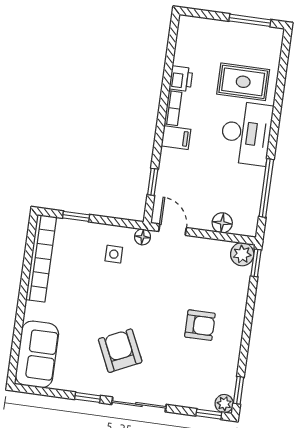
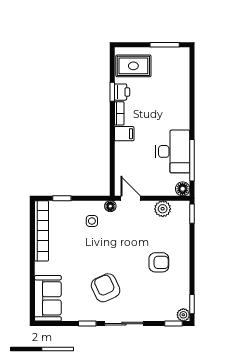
rug: (243, 82) -> (133, 66), moved
desk: (246, 133) -> (173, 151), moved
window: (153, 182) -> (112, 92), moved
floor lamp: (222, 223) -> (183, 189), moved
plant: (242, 254) -> (163, 209), moved

